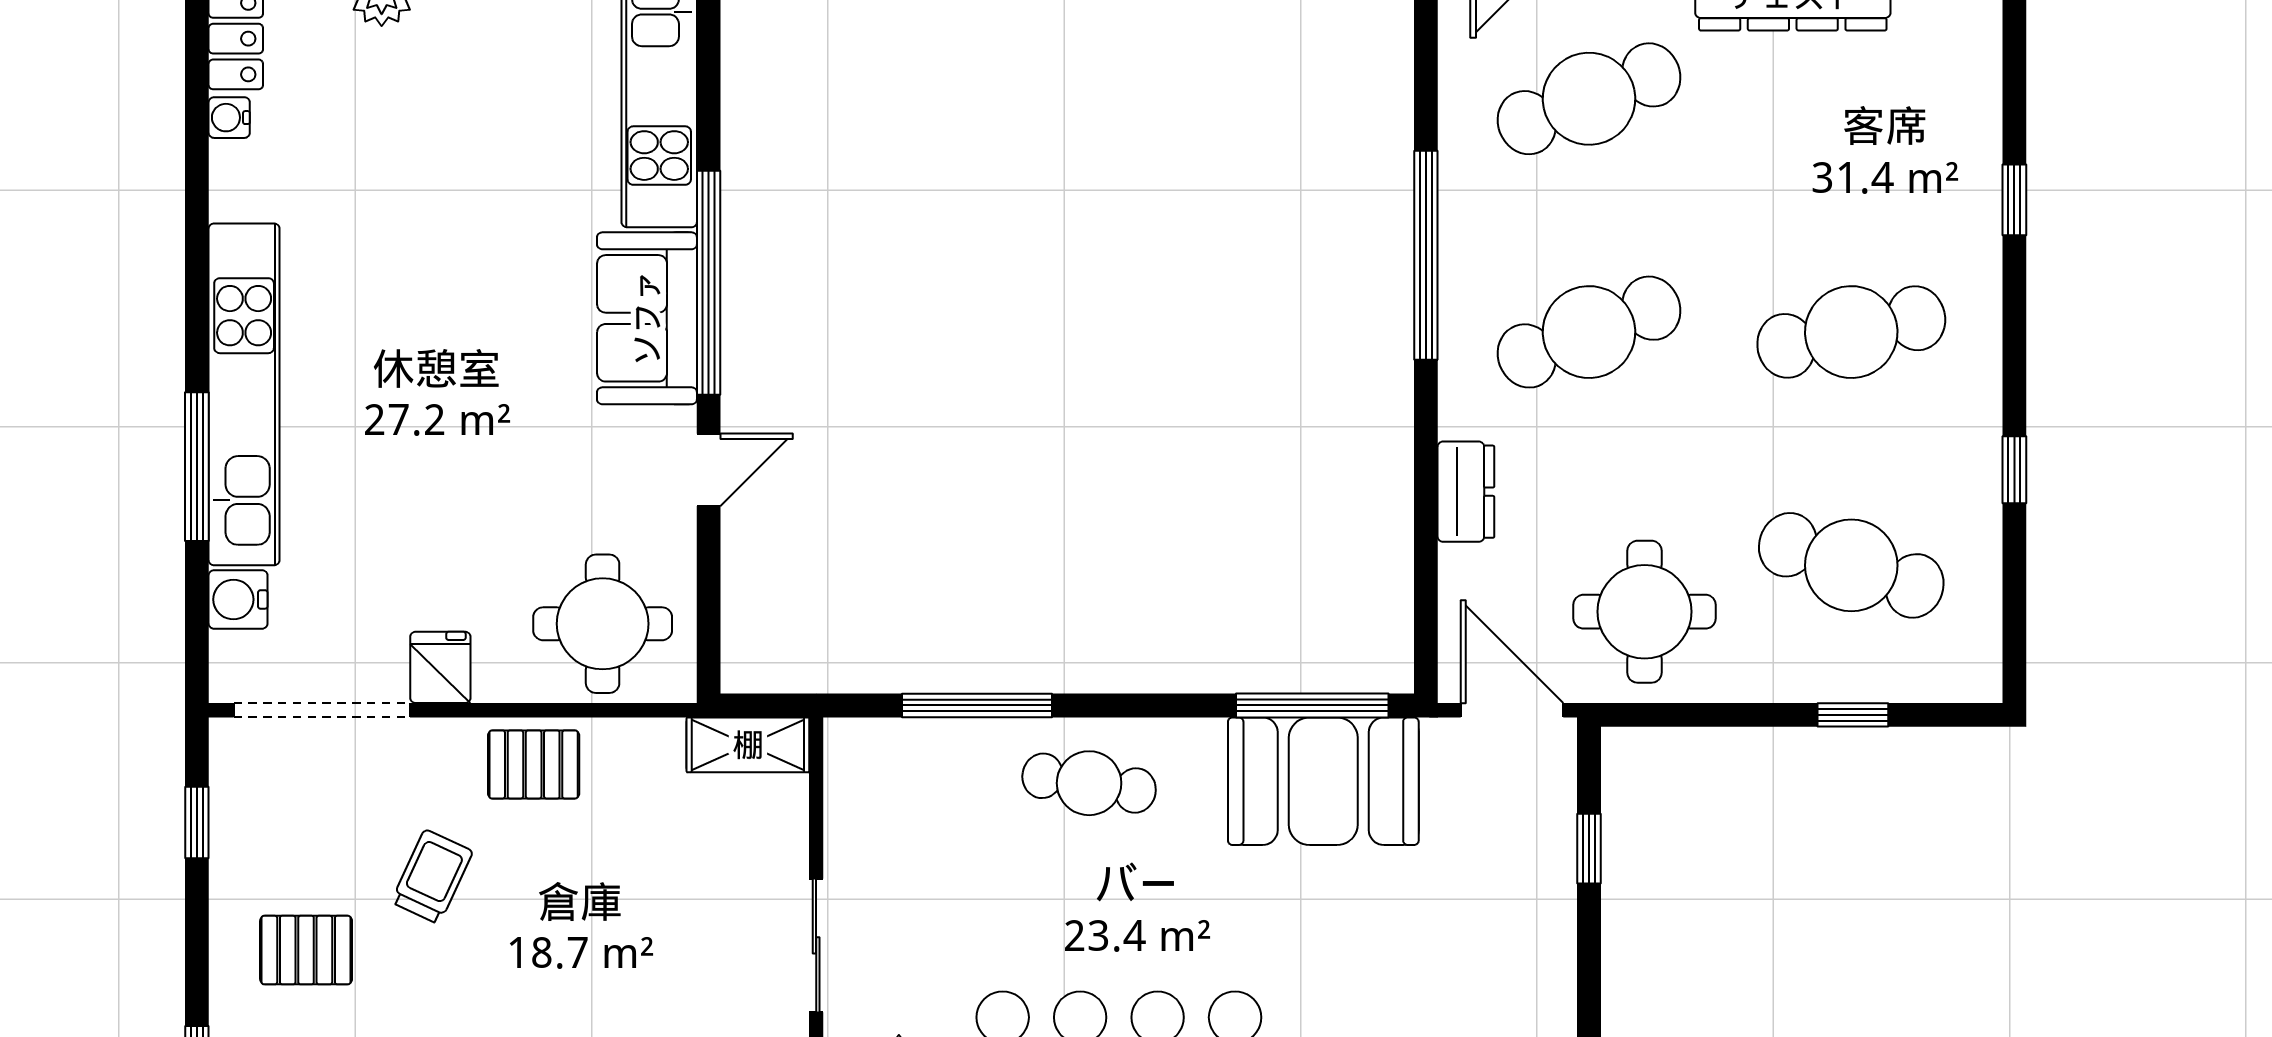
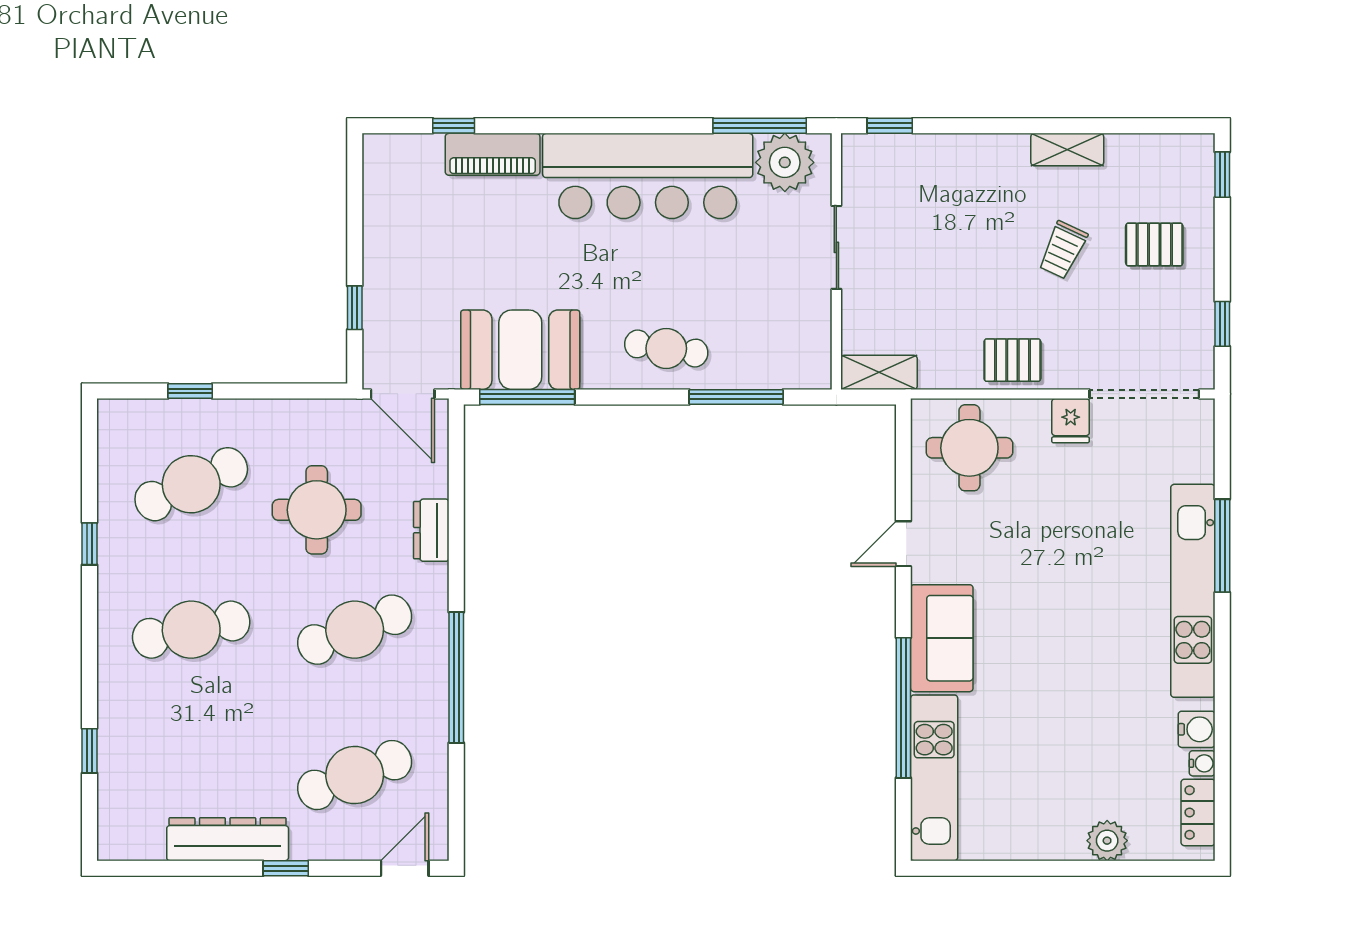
window: (2014, 200) -> (90, 751), moved
window: (709, 283) -> (903, 708), moved
cafe table: (1851, 565) -> (191, 484), turned -42
water cooler: (238, 599) -> (1197, 729), moved
round table: (1645, 612) -> (317, 510), moved
trolley: (432, 877) -> (1063, 250), moved

